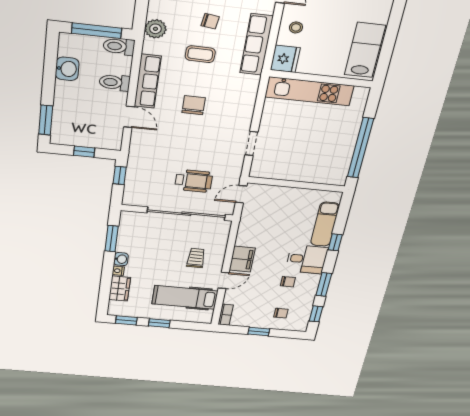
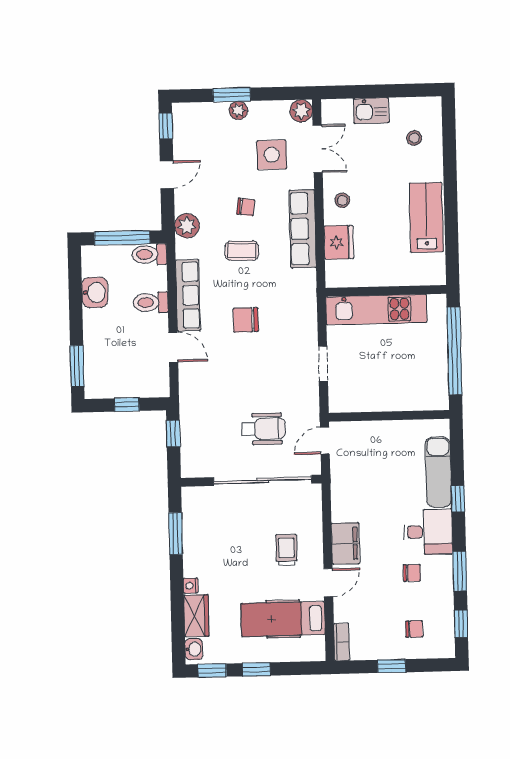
wall: (321, 79) -> (386, 291), moved
kitchen unit: (309, 91) -> (376, 310), moved
chair: (194, 105) -> (246, 320), turned -90
washbasin: (121, 259) -> (194, 649), moved

